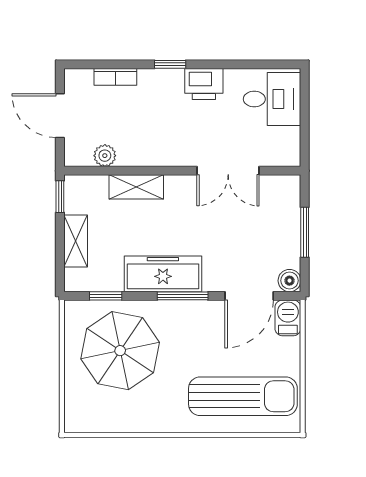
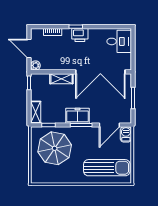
printer: (204, 84) -> (80, 35), moved
plant: (105, 156) -> (35, 65), moved
double door: (228, 171) -> (100, 72), width x1.87
shelving: (76, 241) -> (36, 112), moved
freezer: (163, 274) -> (77, 116), width x0.71
boiler: (289, 281) -> (127, 119), removed

